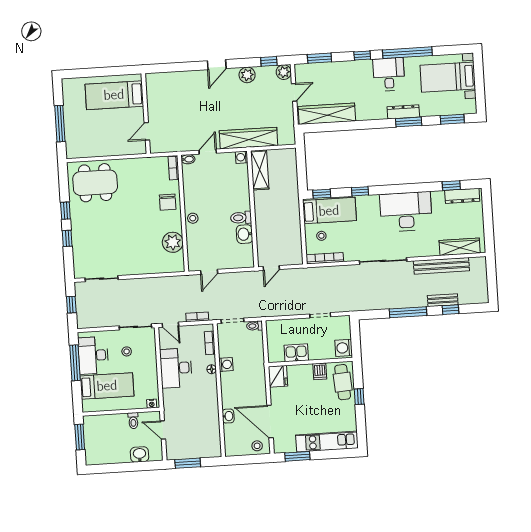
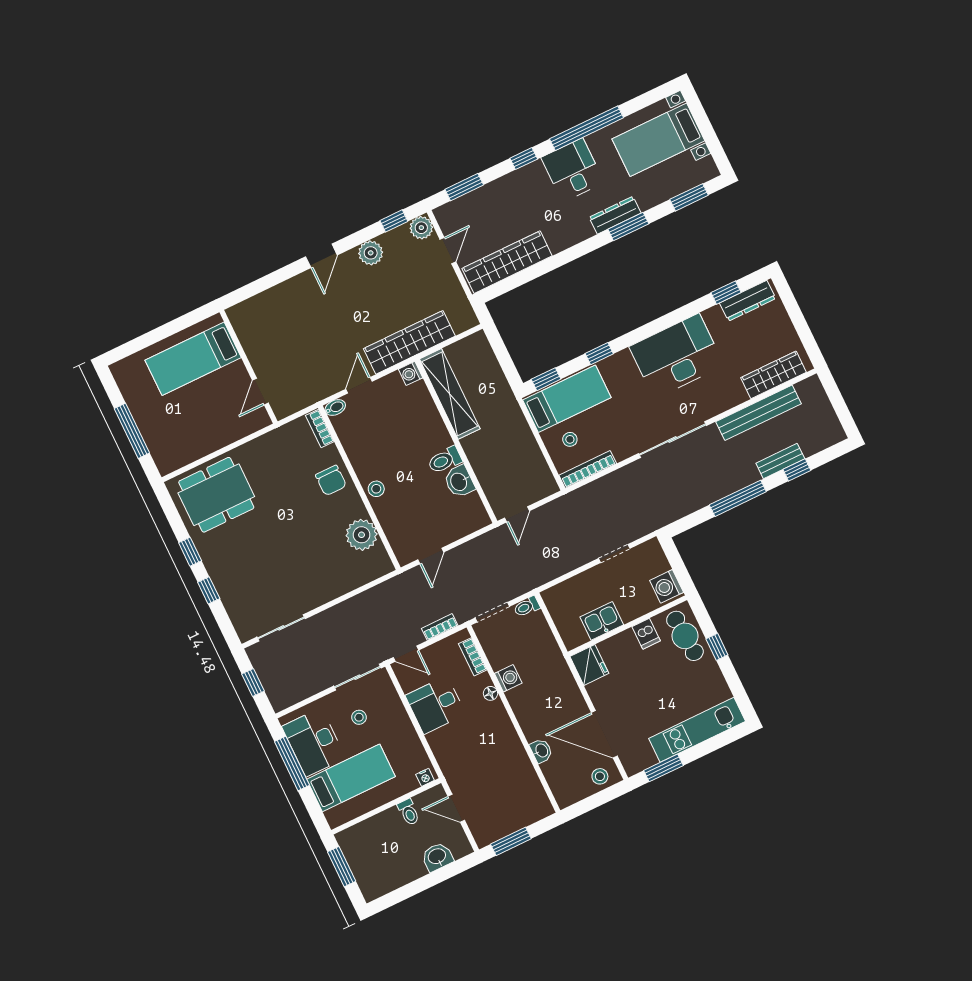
shelving: (260, 170) -> (450, 394), width x1.47
desk: (176, 368) -> (436, 705), width x0.73

